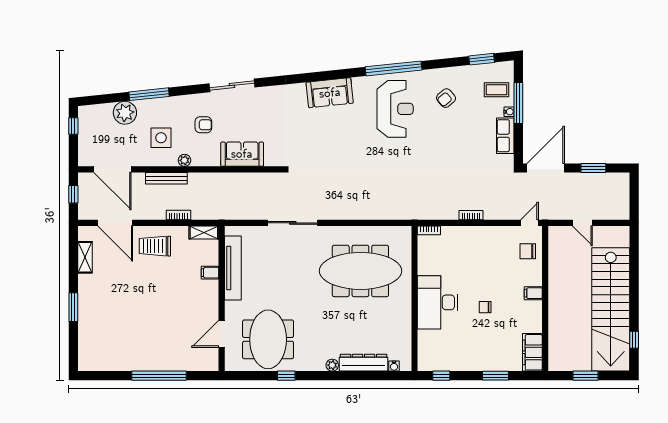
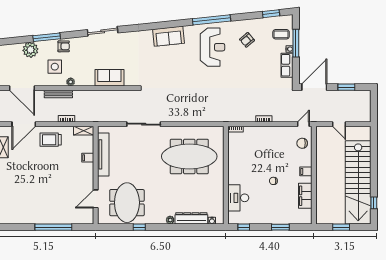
armchair: (203, 125) -> (64, 46), moved
door: (115, 223) -> (24, 124), hinge flipped
desk: (438, 302) -> (238, 198), moved, width x0.73, depth x0.77
filing cabinet: (532, 352) -> (305, 196), moved

